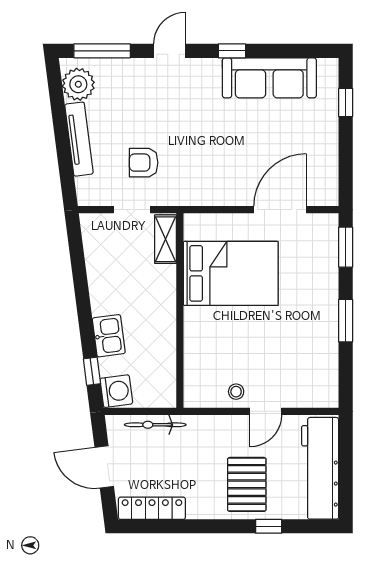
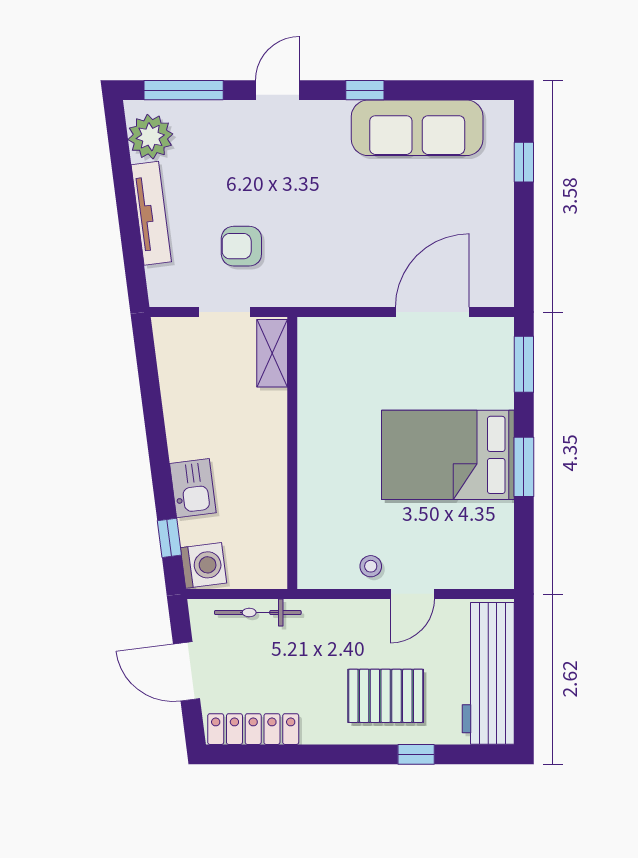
bed: (231, 273) -> (448, 455), moved, turned 180
pallet: (247, 484) -> (386, 696), turned 90

